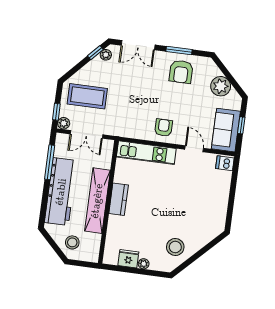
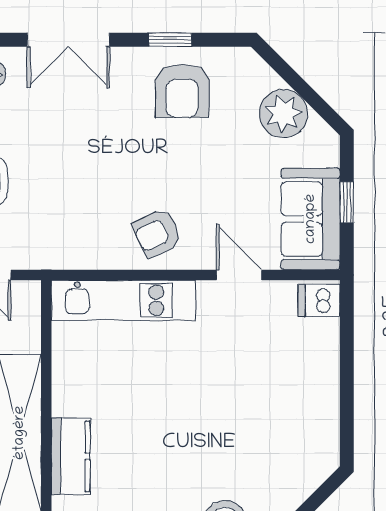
window: (179, 51) -> (170, 40), width x0.67
armchair: (164, 128) -> (157, 233), turned -115
kitchen counter: (119, 199) -> (71, 456), moved

